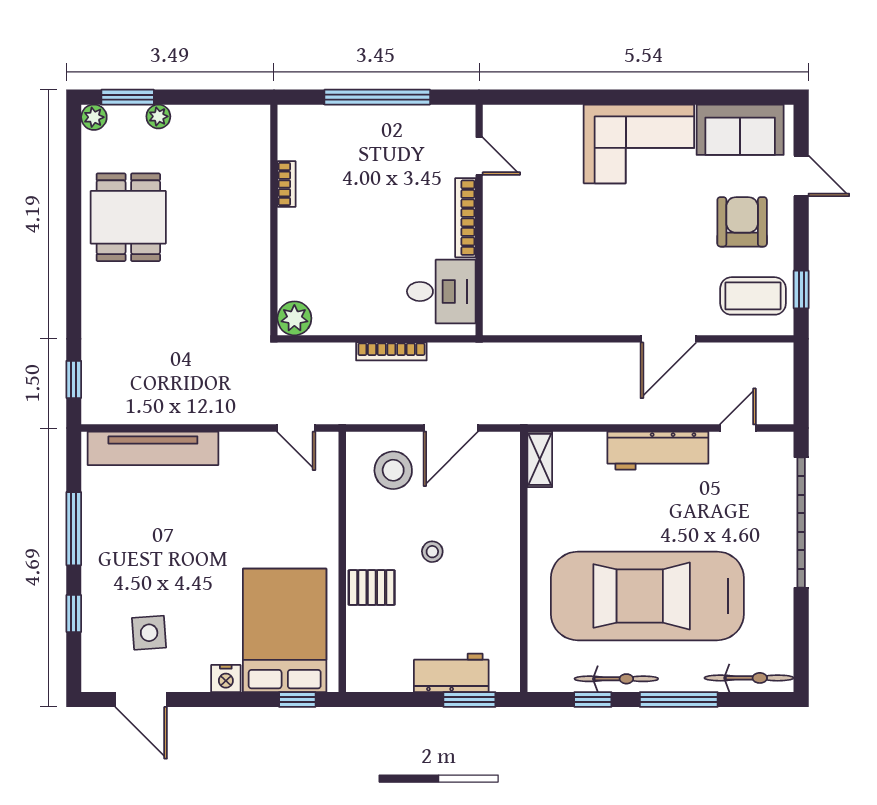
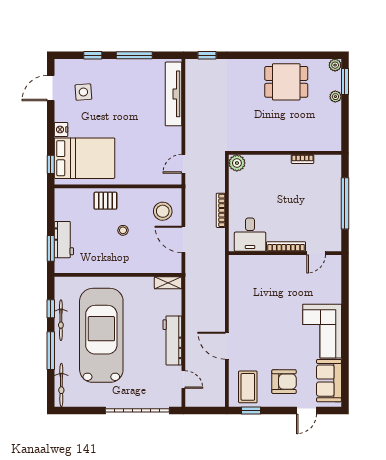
pallet: (372, 588) -> (105, 201), turned 90

